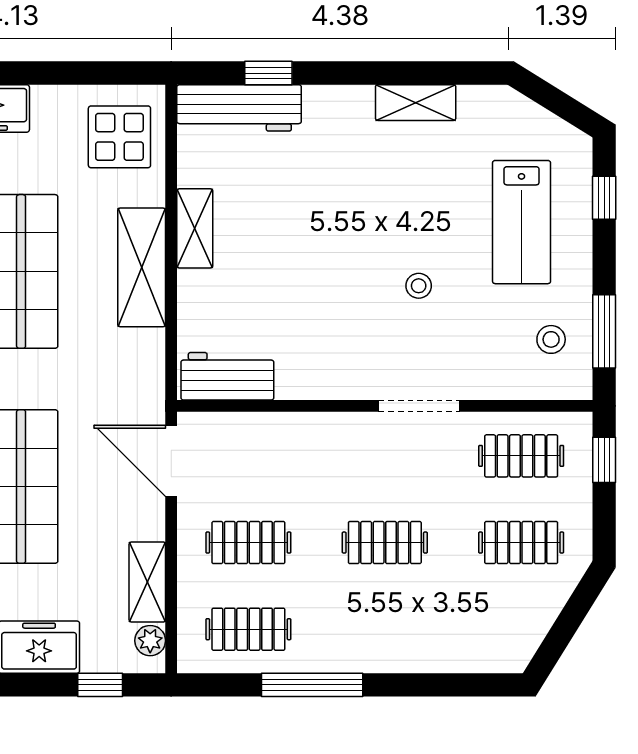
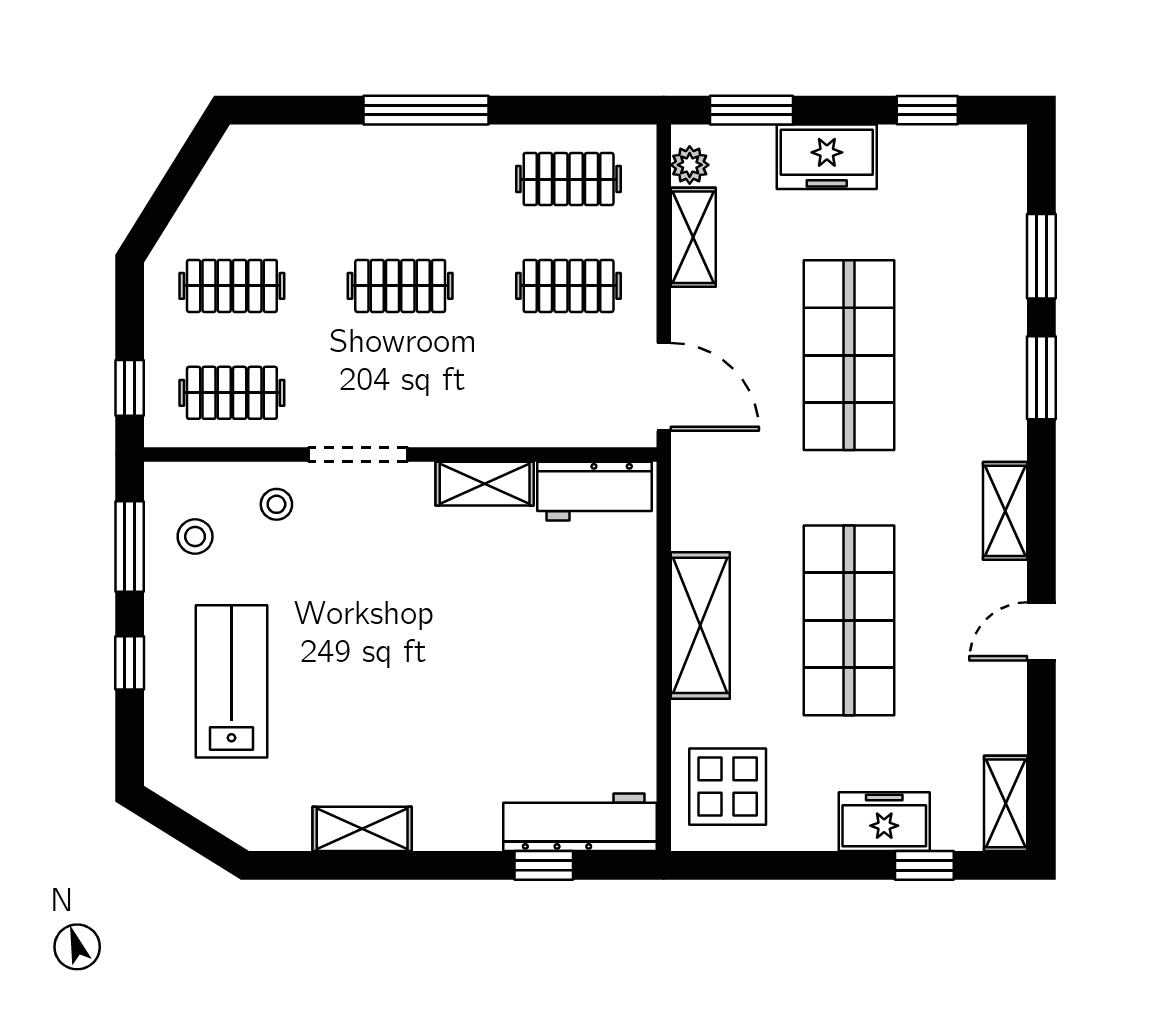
window: (604, 198) -> (130, 663), moved
shelving: (195, 228) -> (485, 484), moved, turned 90
stool: (419, 286) -> (276, 504), moved
window: (100, 685) -> (751, 110), width x1.50
window: (312, 685) -> (426, 110), moved

